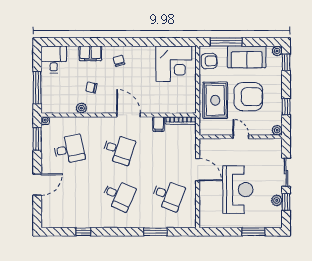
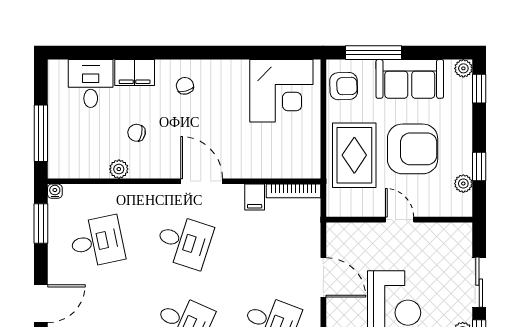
desk: (54, 59) -> (91, 83), moved
plant: (277, 130) -> (463, 184), moved

